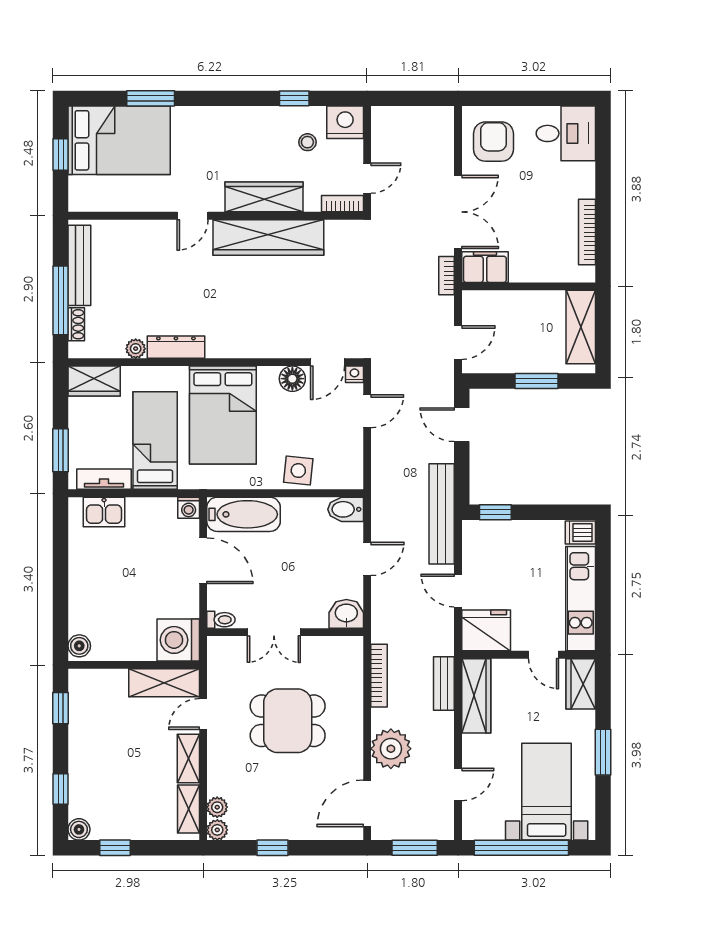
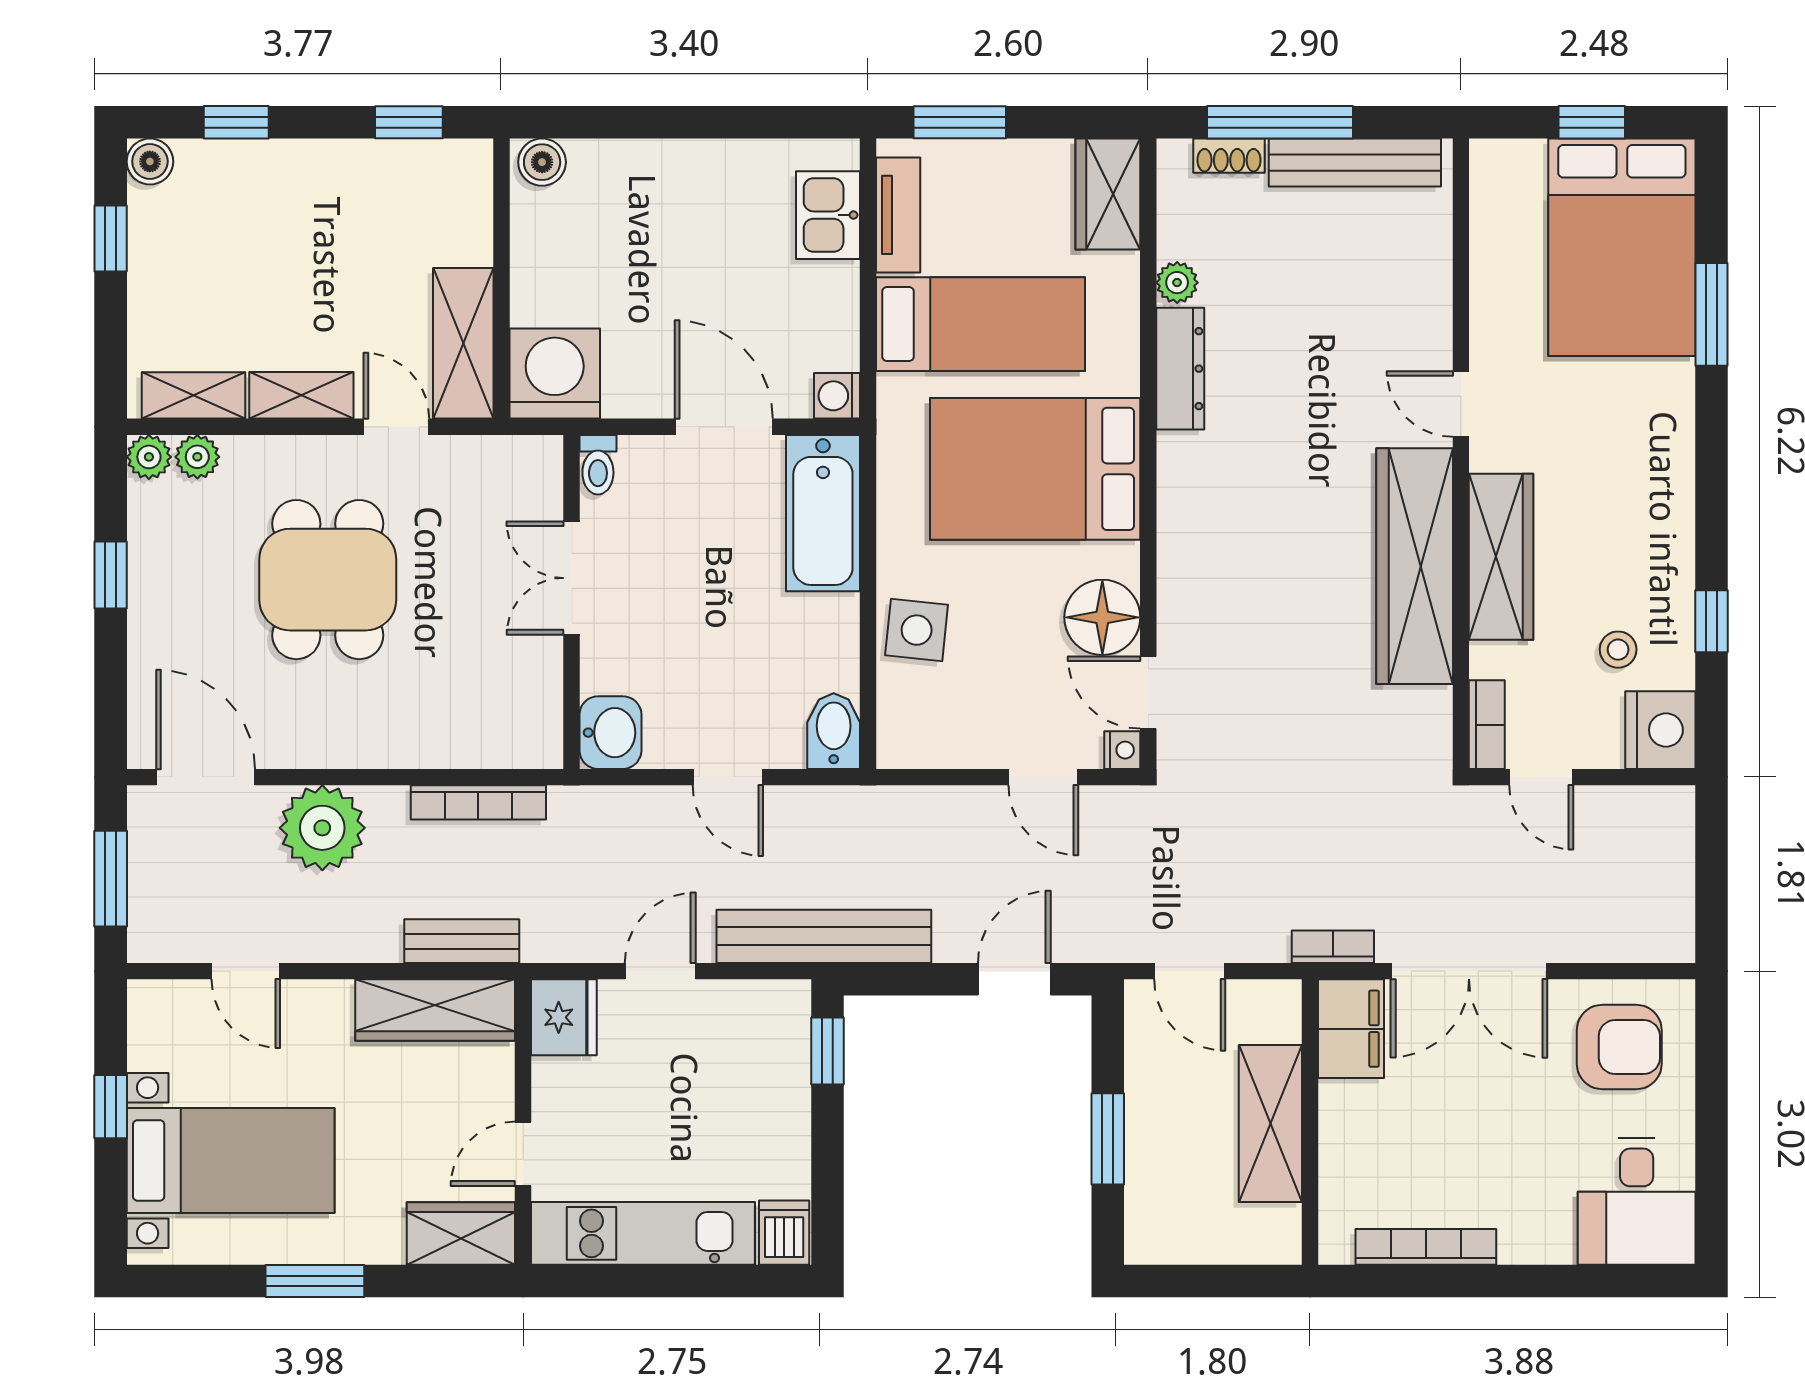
shelving: (581, 327) -> (1270, 1123), moved, turned 90
floor lamp: (292, 379) -> (1102, 617), width x1.38, depth x1.38
door: (203, 561) -> (724, 427), swing flipped
fridge: (486, 630) -> (564, 1017), width x0.73, depth x0.75
dining table: (288, 721) -> (328, 580), moved
window: (521, 848) -> (111, 1107), width x0.32

